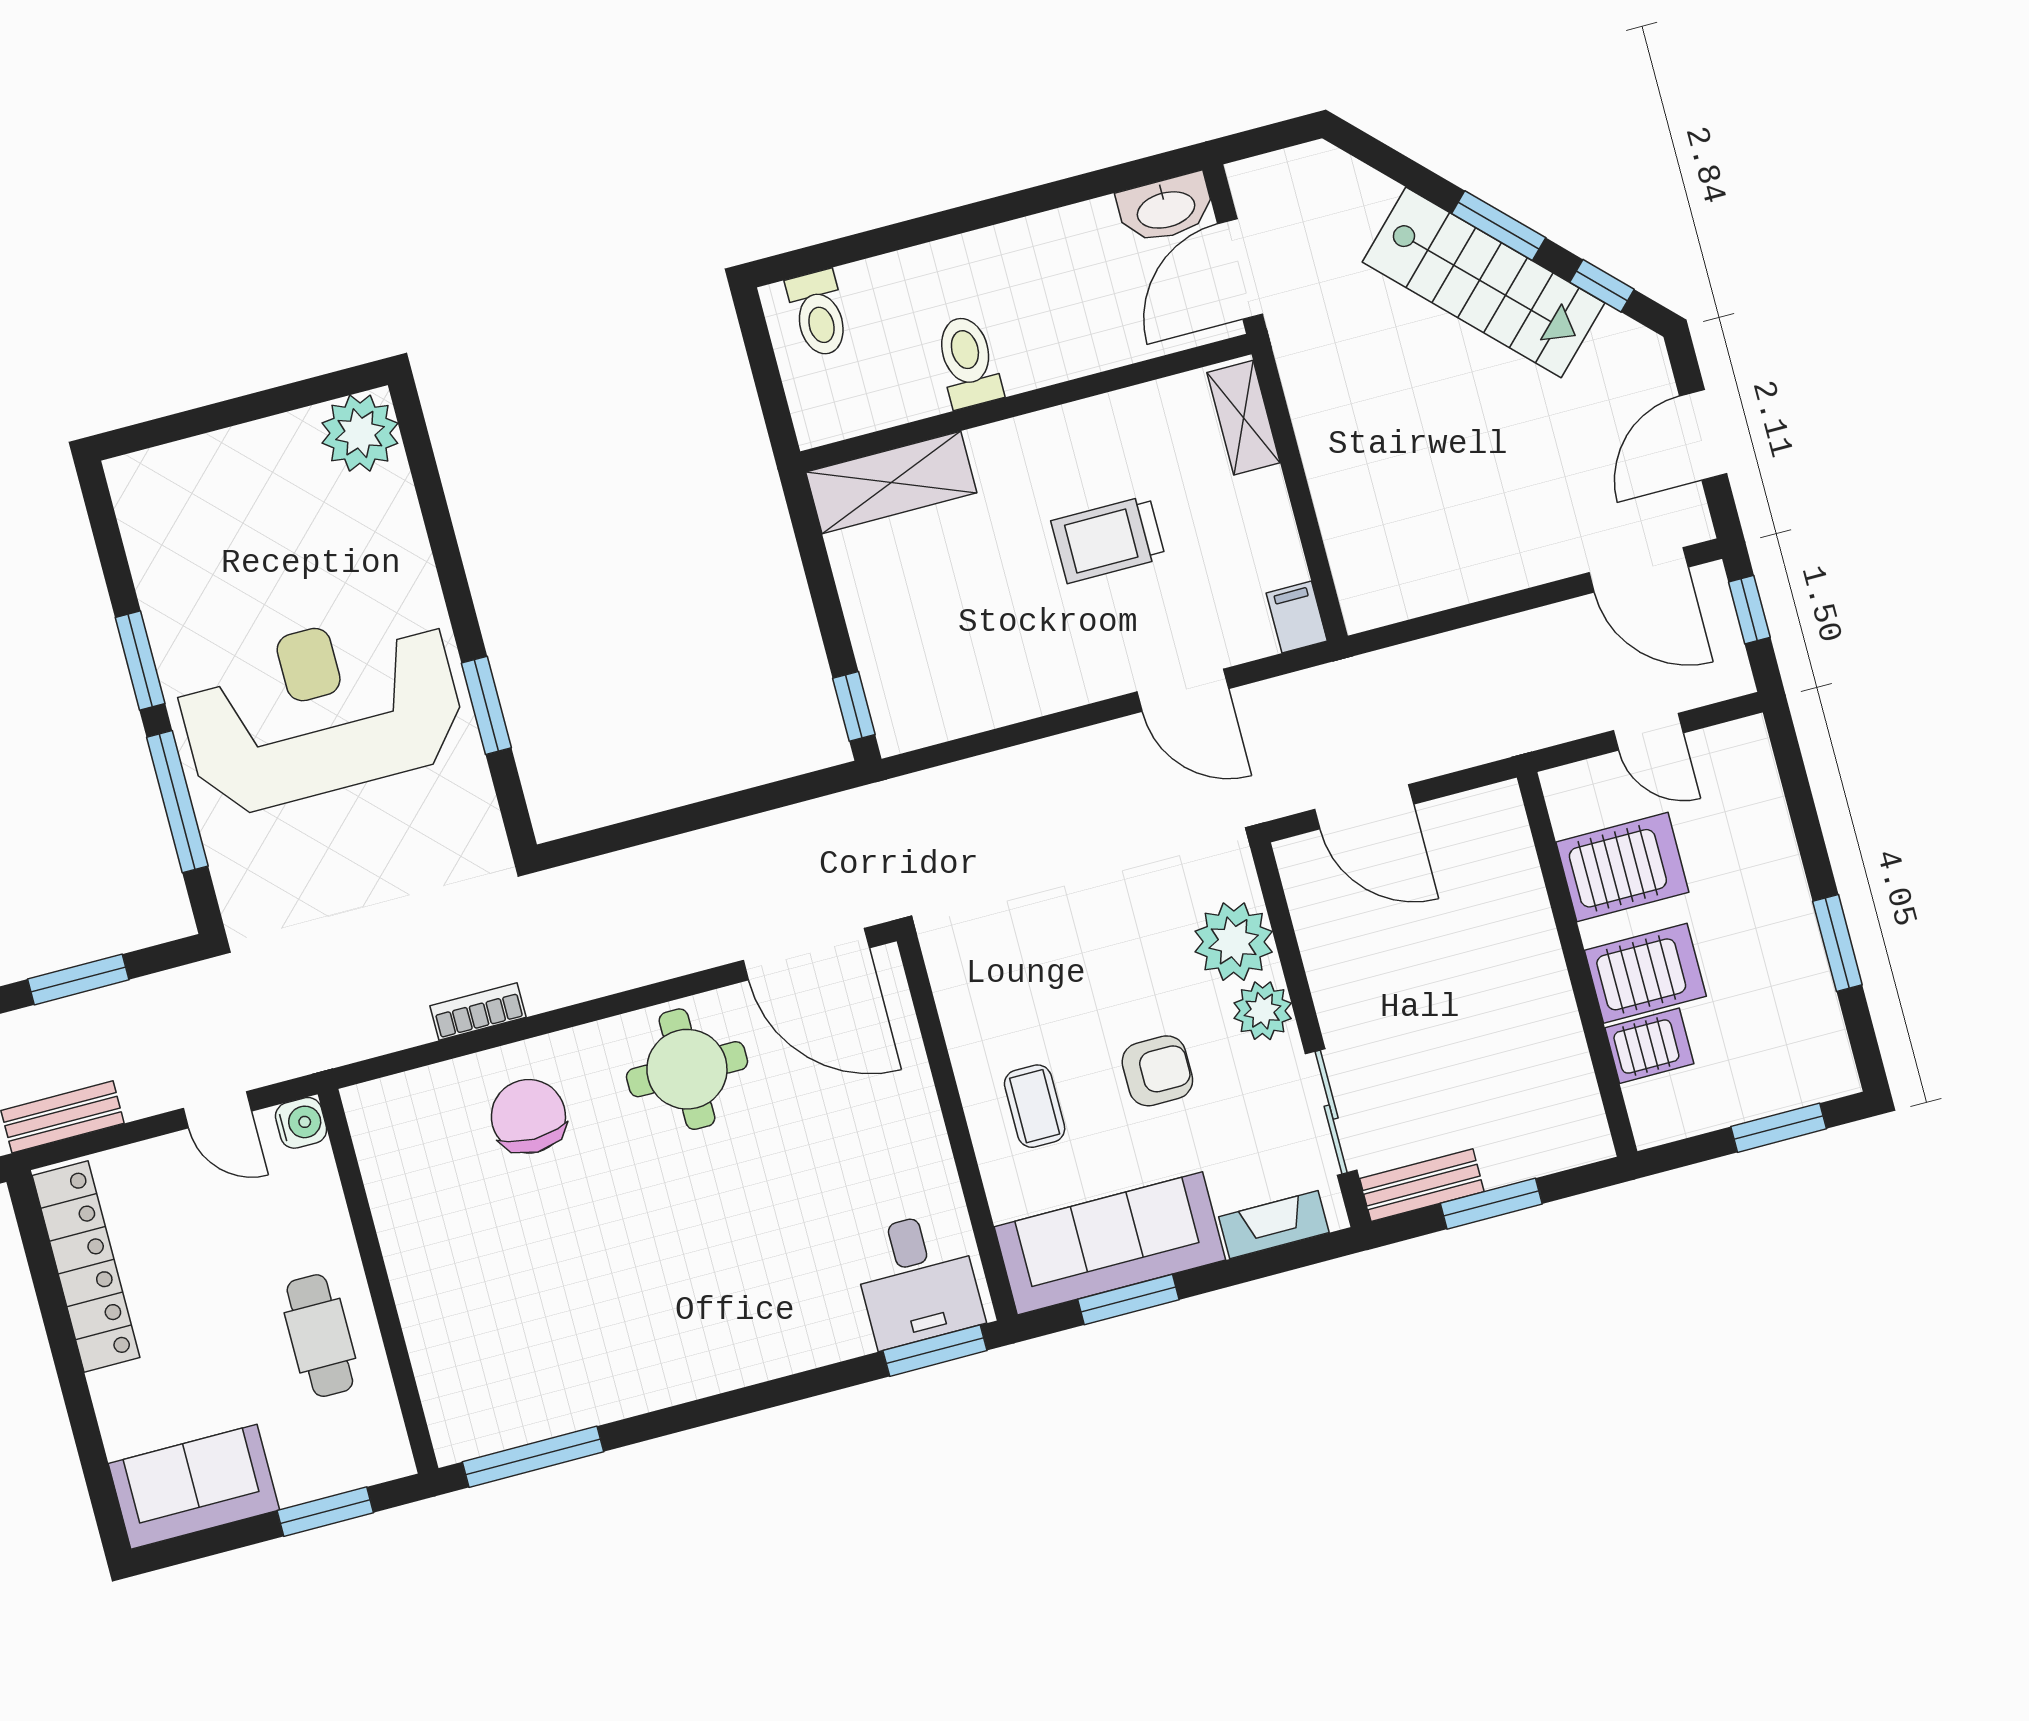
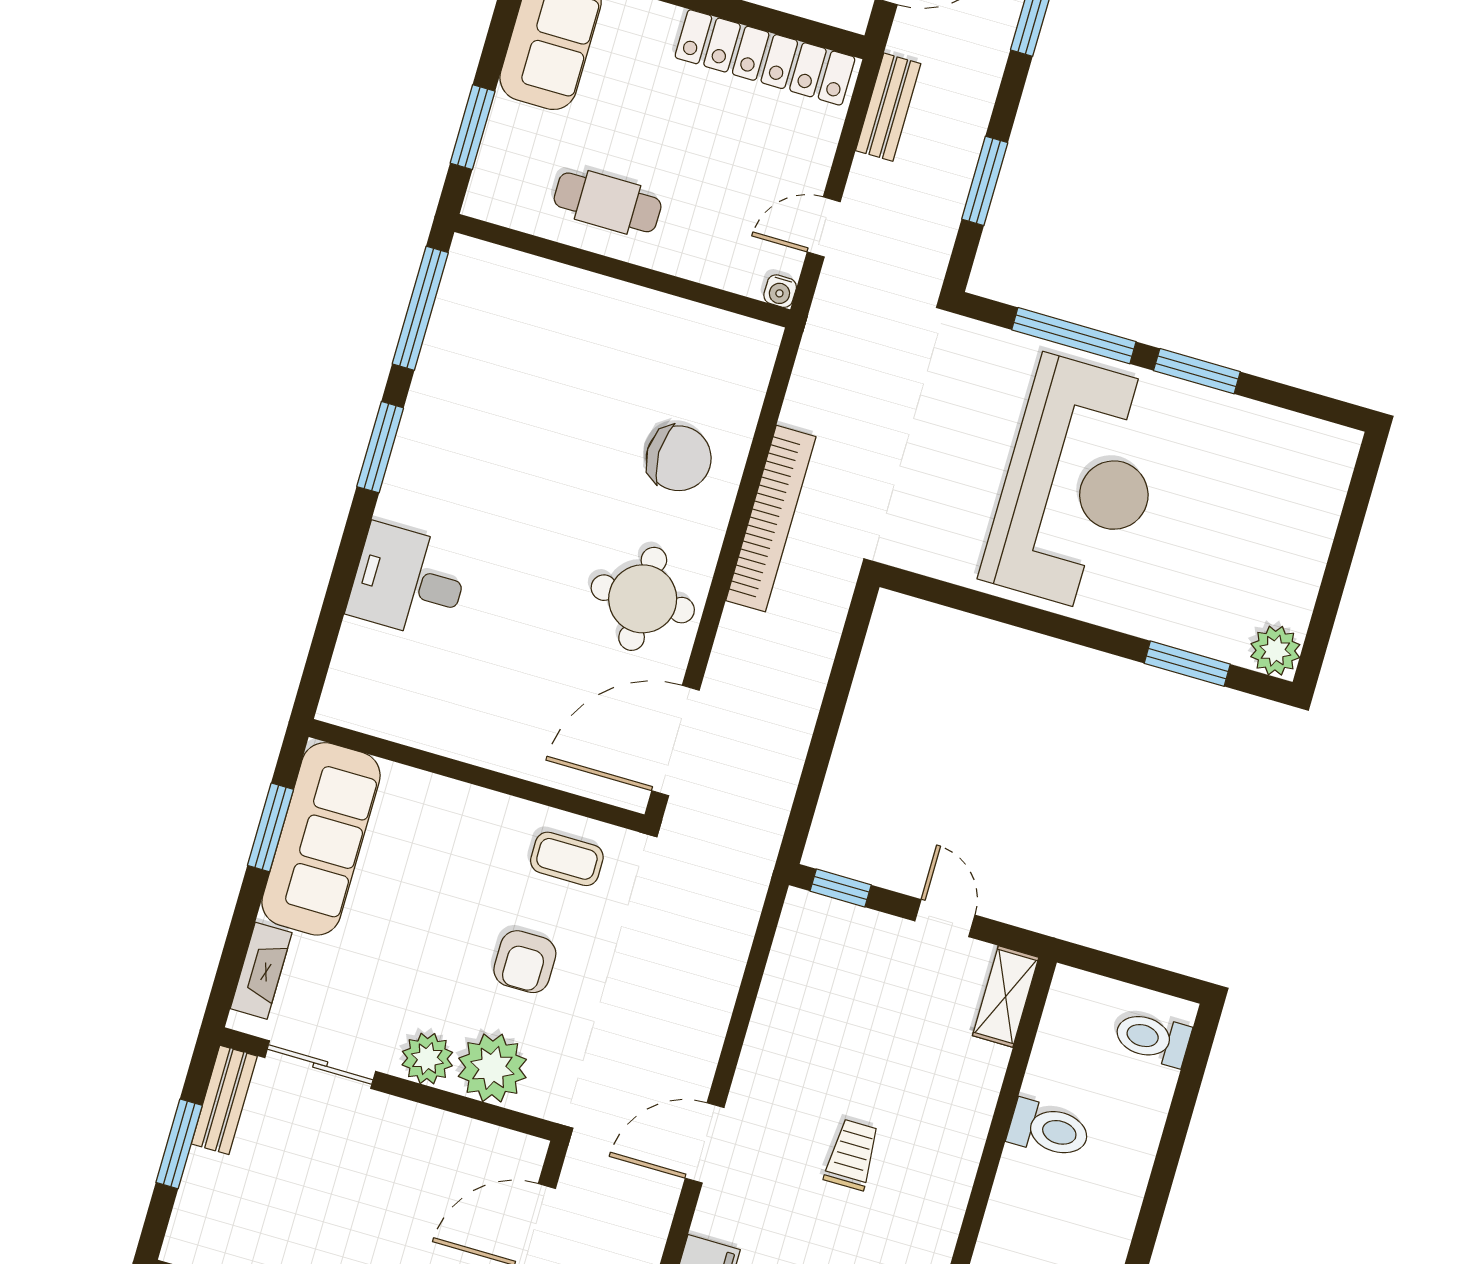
plant: (360, 433) -> (1275, 651), width x0.73, depth x0.73
shelving: (891, 482) -> (1006, 996), width x0.67, depth x0.75
trolley: (1108, 539) -> (852, 1155), width x0.73, depth x0.72
door: (822, 587) -> (945, 918), added
window: (486, 705) -> (1187, 664), moved
bookcase: (478, 1011) -> (771, 519), width x2.31, depth x1.31
armchair: (1157, 1071) -> (525, 962), moved
coffee table: (1035, 1106) -> (567, 859), moved
water cooler: (301, 1123) -> (780, 291), width x0.72, depth x0.72
desk: (917, 1279) -> (409, 581), moved
window: (935, 1351) -> (380, 447), moved

